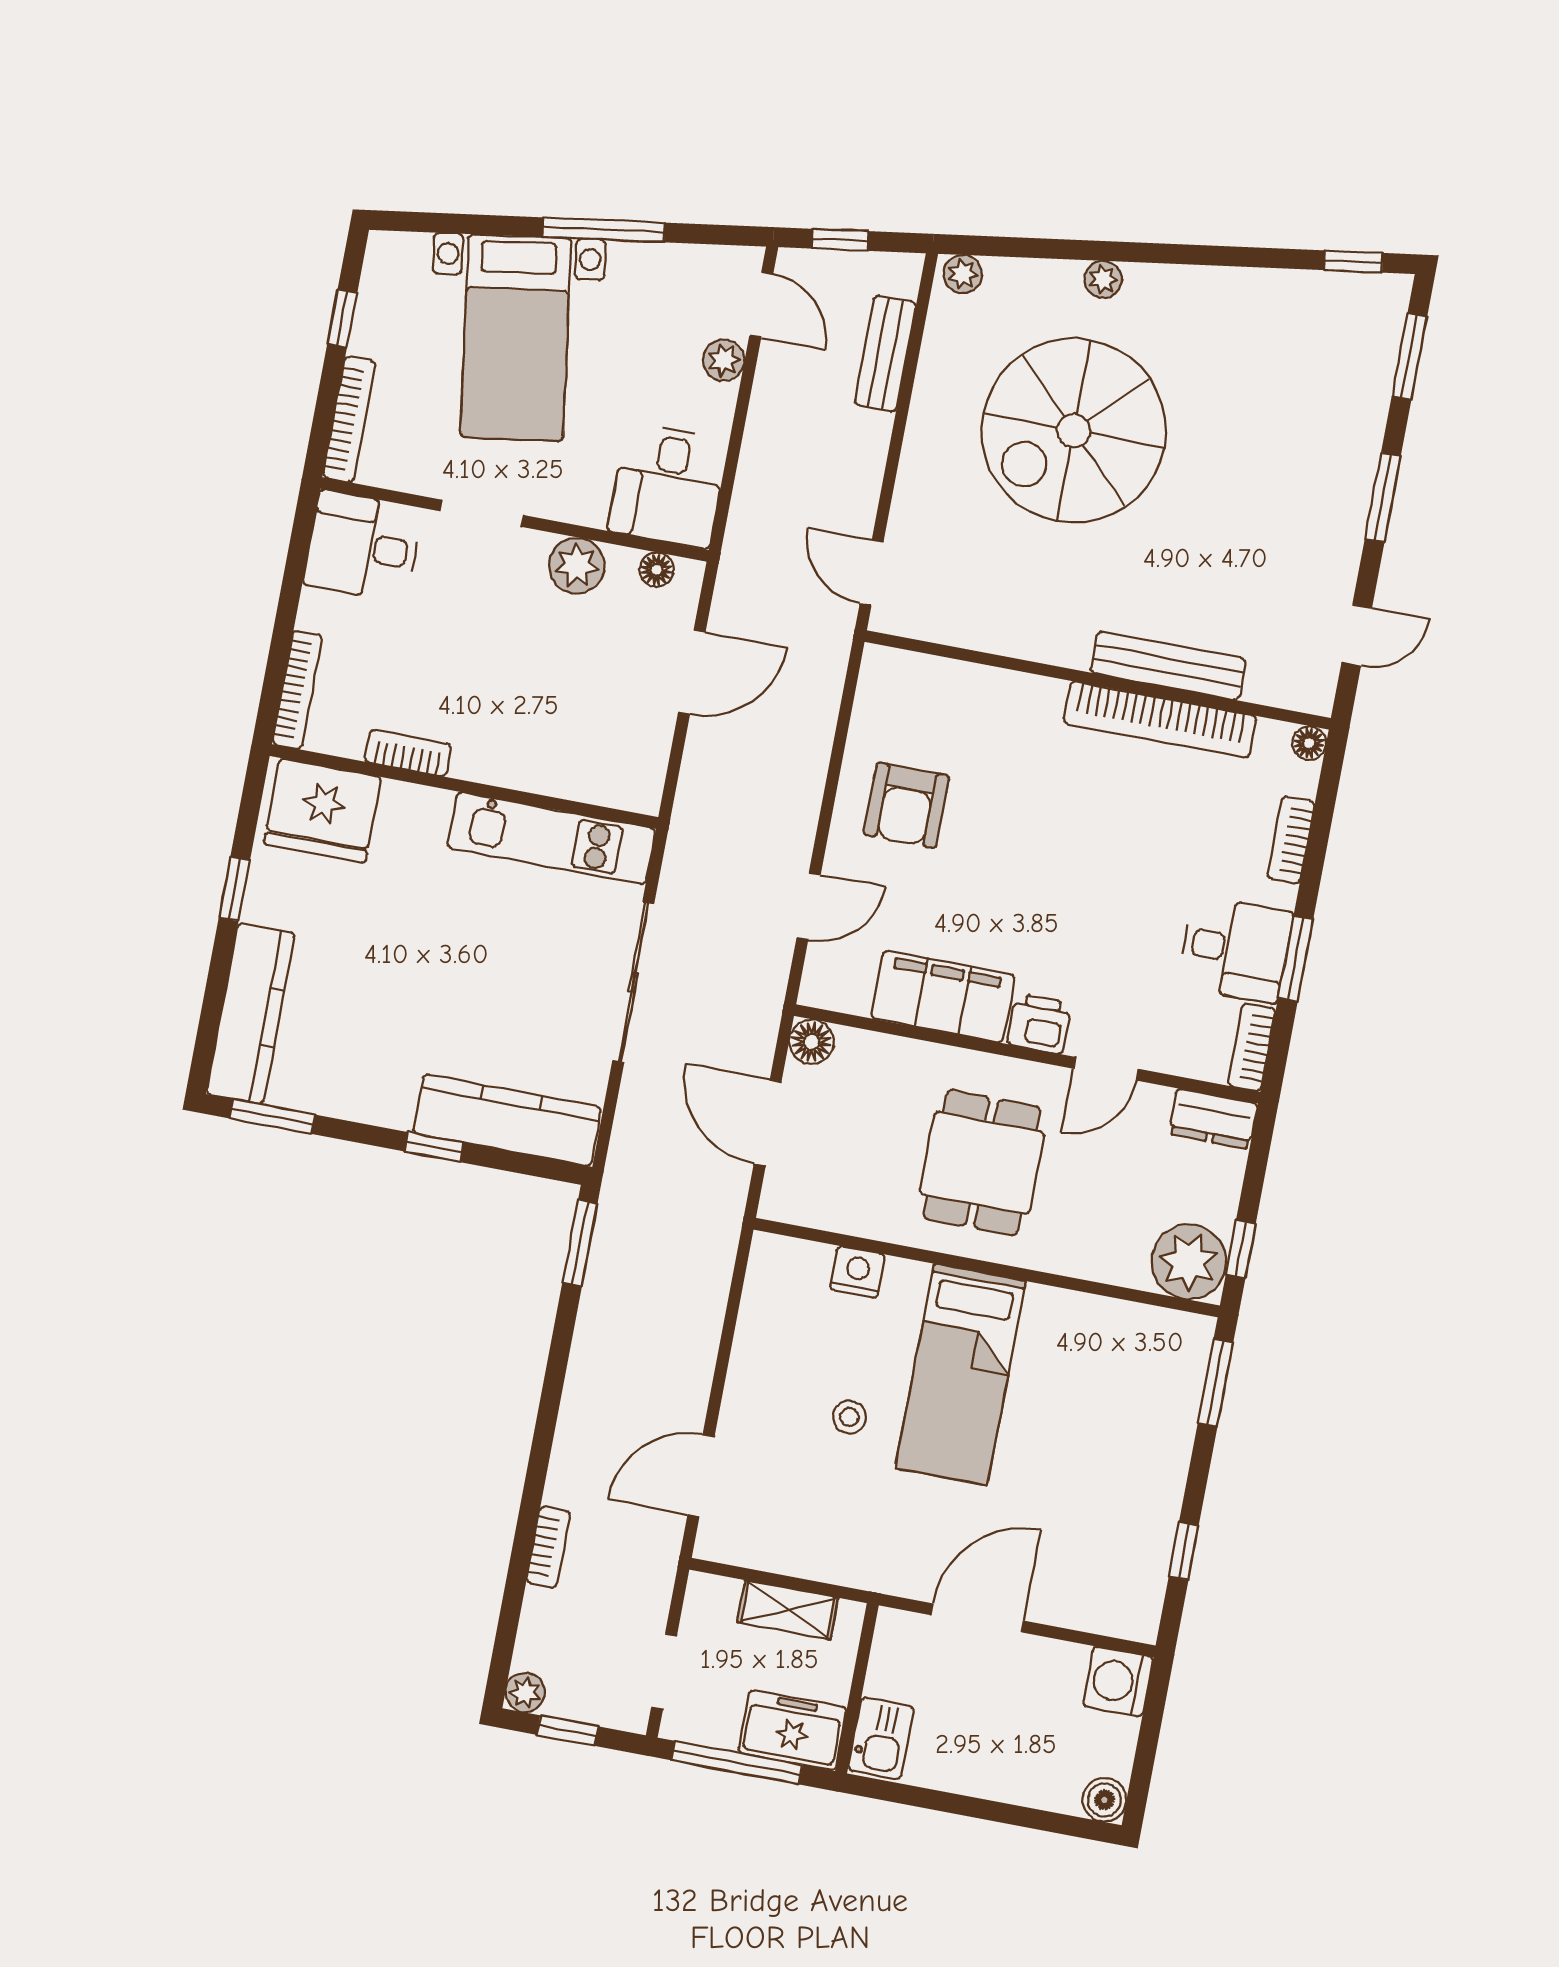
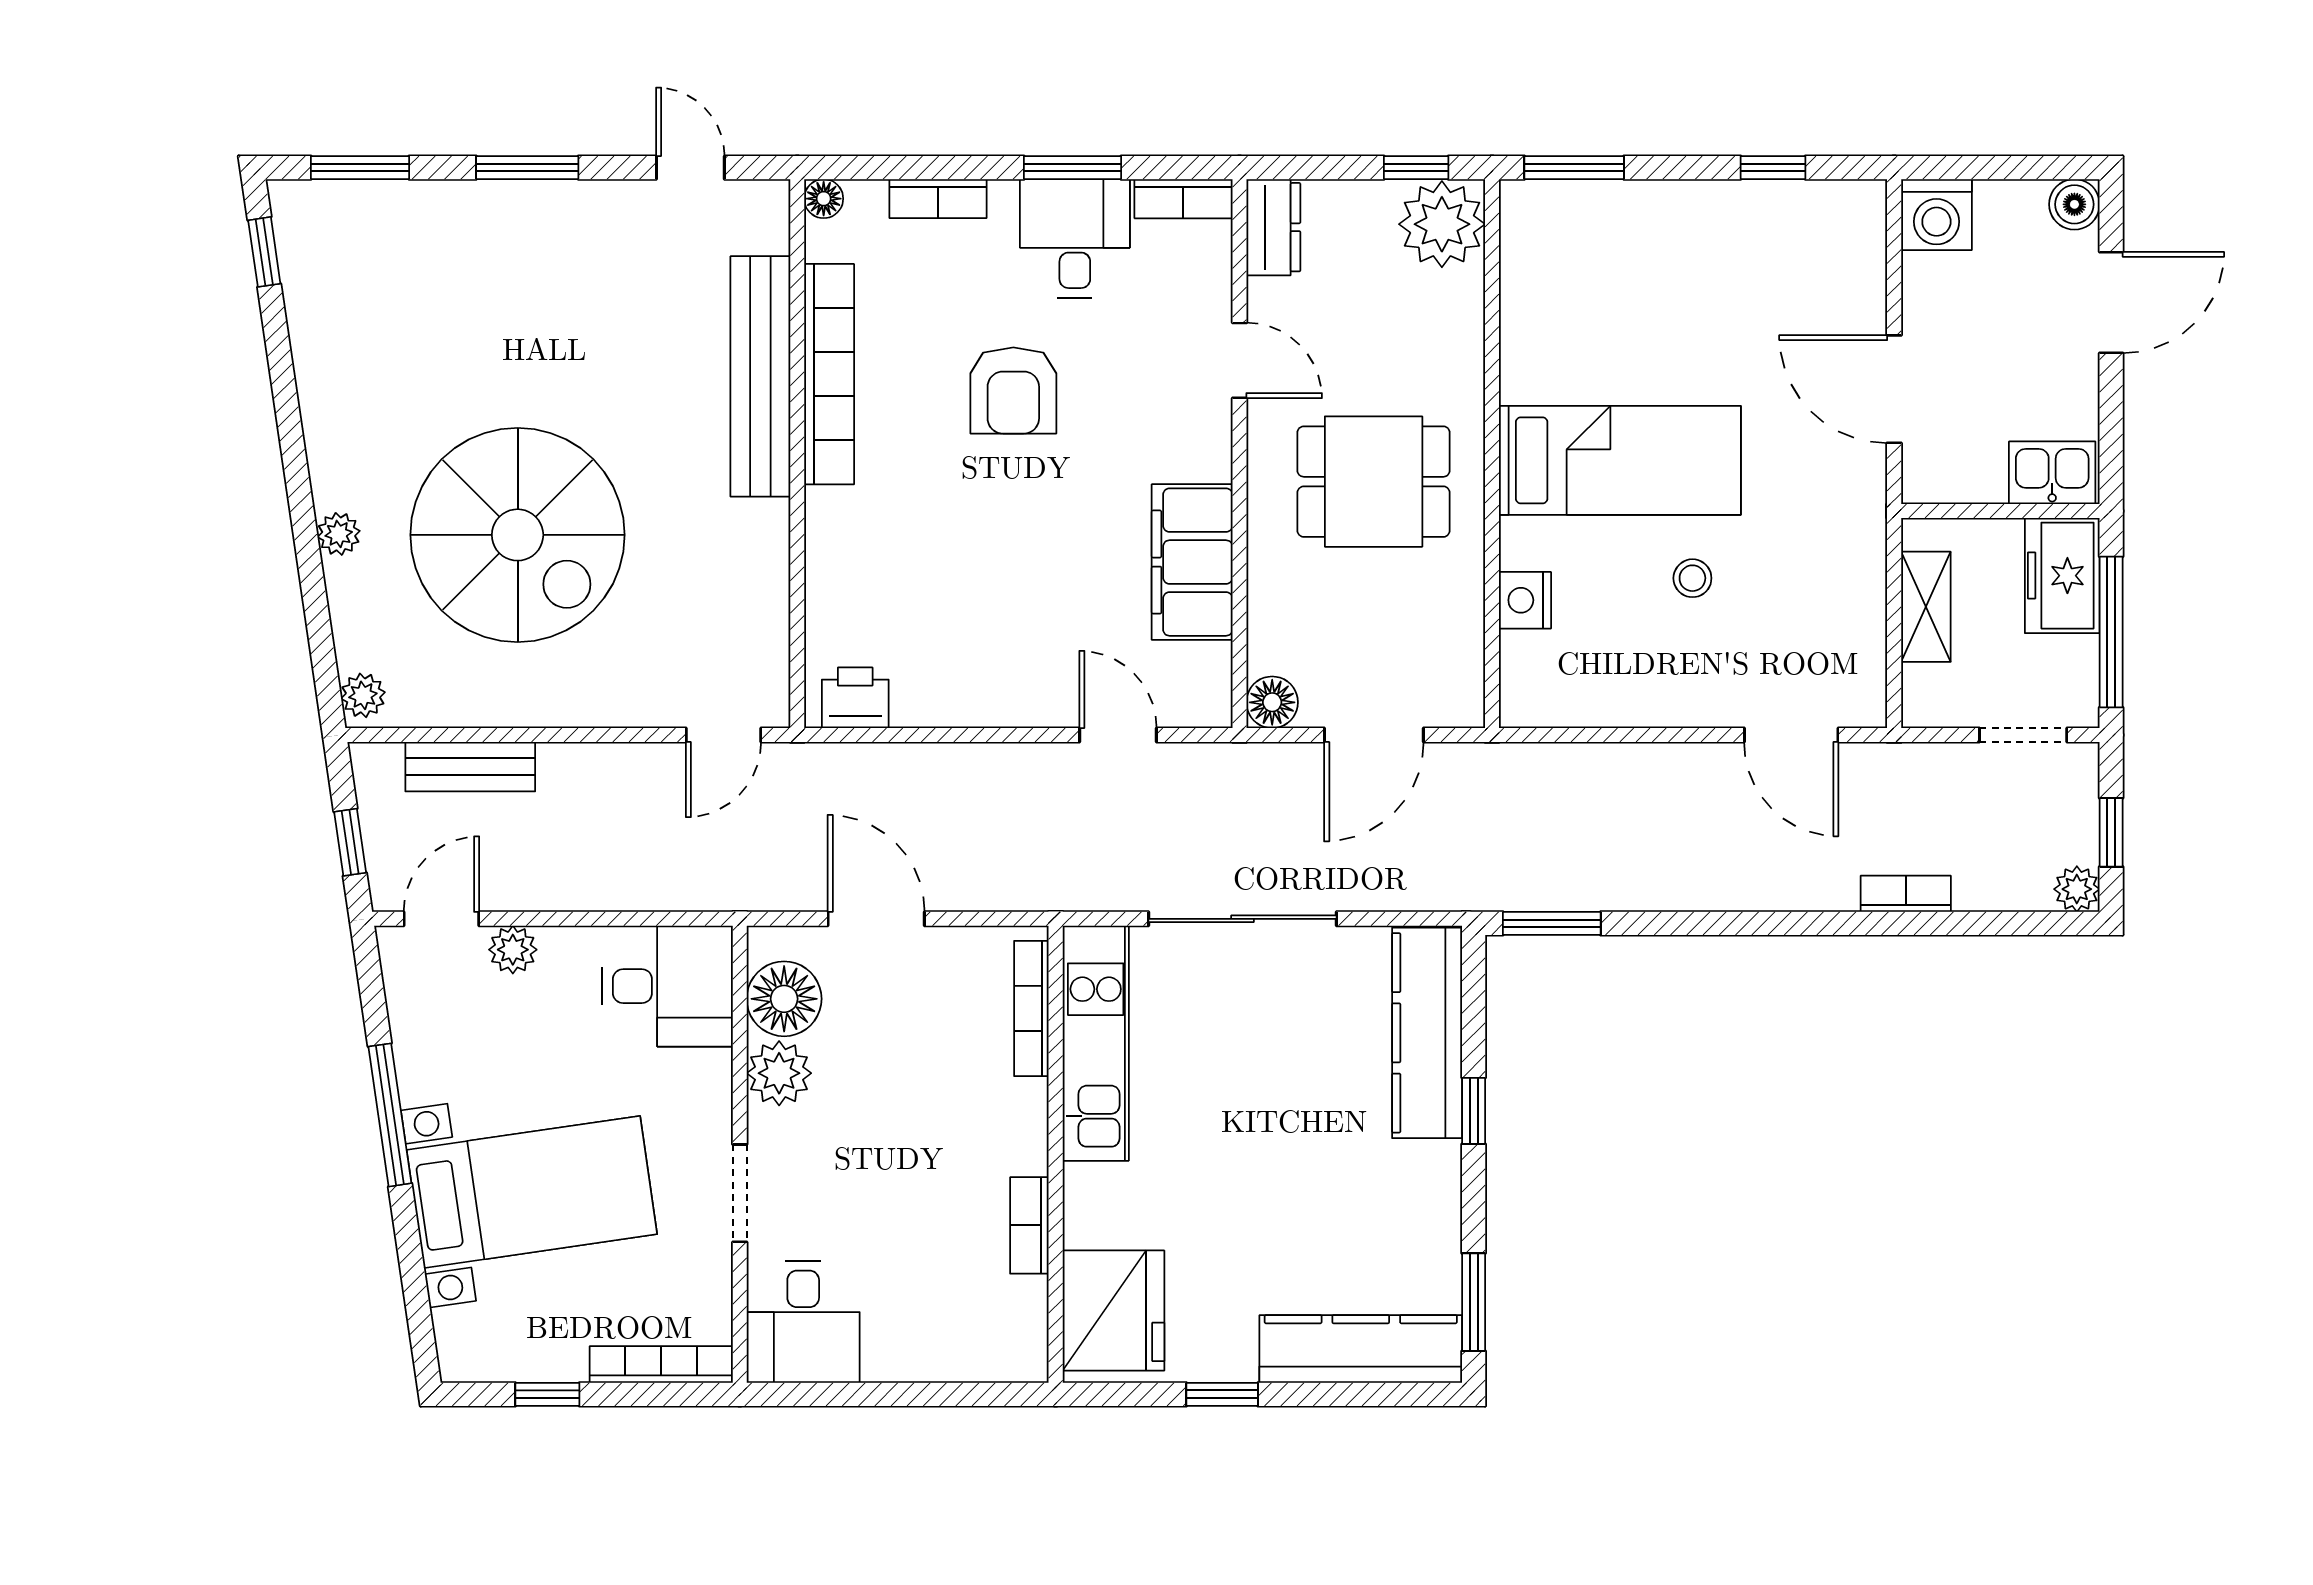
floor lamp: (656, 570) -> (784, 999), width x1.89, depth x1.89
bench: (1168, 666) -> (760, 376), width x1.37, depth x1.21
bookcase: (297, 690) -> (1031, 1009), moved, turned -90
armchair: (906, 805) -> (1013, 391), moved, turned 90
printer: (1039, 1024) -> (855, 698), moved, turned 90
door: (1016, 1815) -> (2111, 302), added

